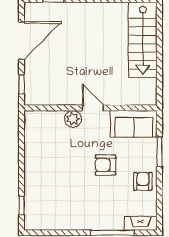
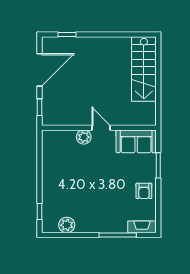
armchair: (105, 165) -> (112, 177), removed
armchair: (143, 181) -> (144, 191), turned 180
plant: (53, 221) -> (67, 225), added

